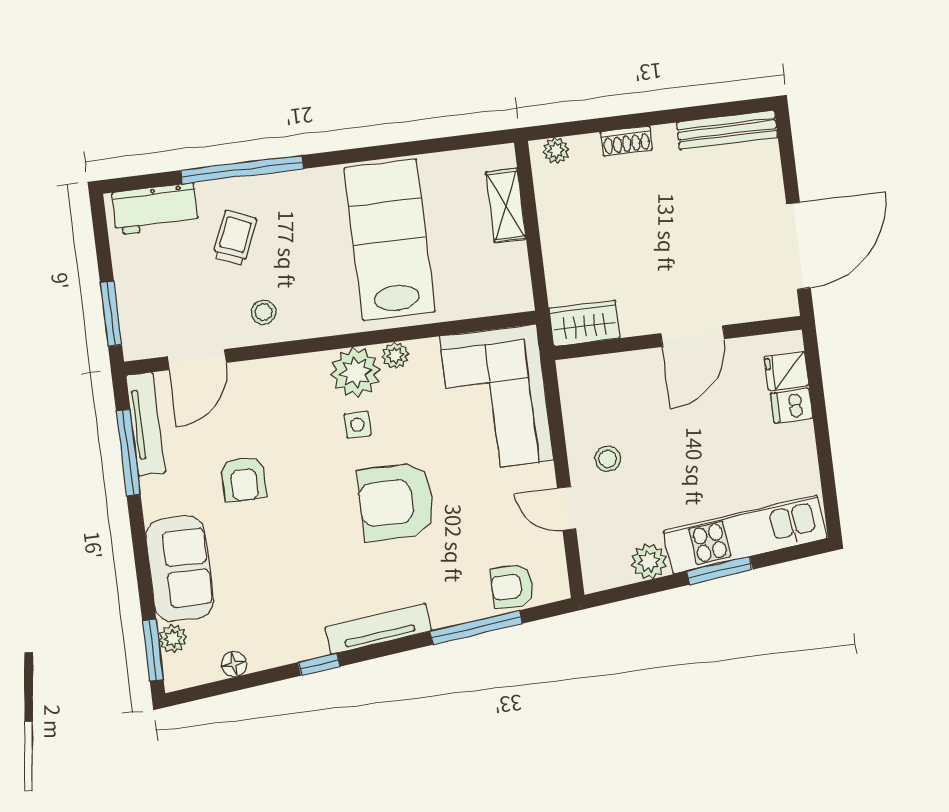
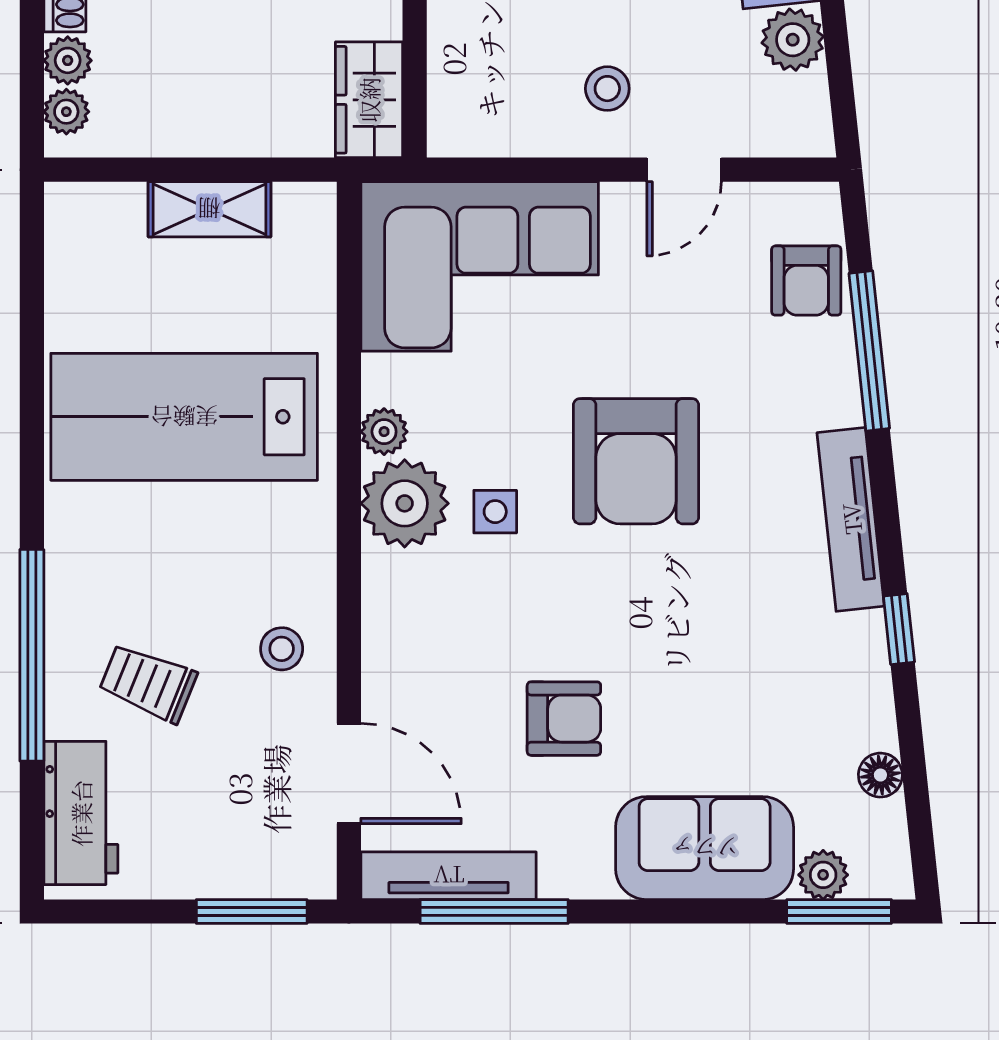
plant: (585, 148) -> (68, 60), added
shelving: (506, 205) -> (209, 209), moved

